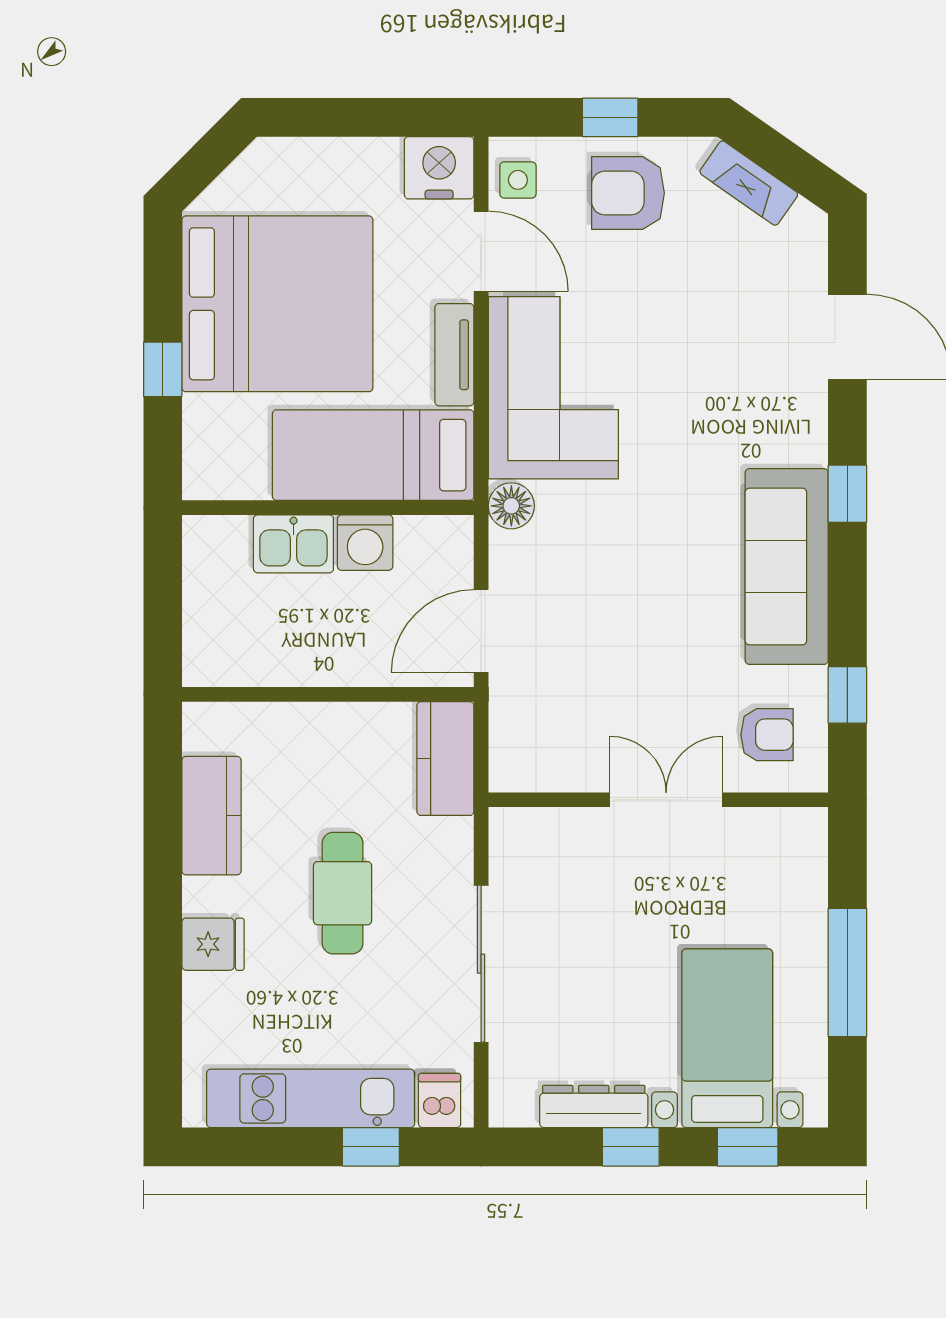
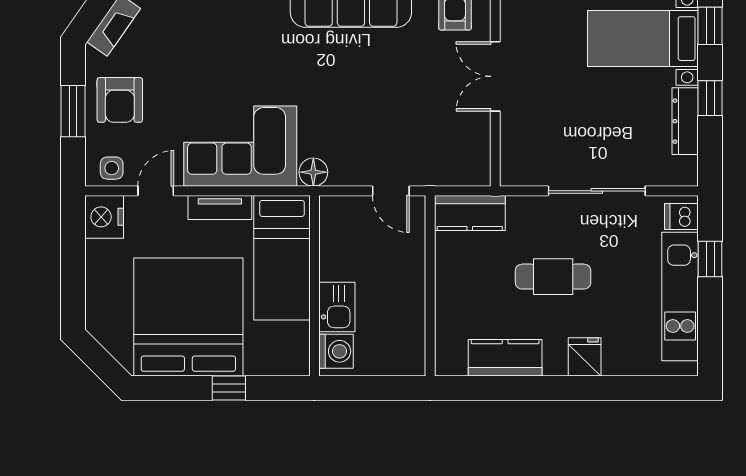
window: (610, 117) -> (73, 111), width x1.50
door: (481, 251) -> (156, 191), width x0.73
washing machine: (365, 543) -> (336, 351), moved
door: (481, 631) -> (391, 191), width x0.73

